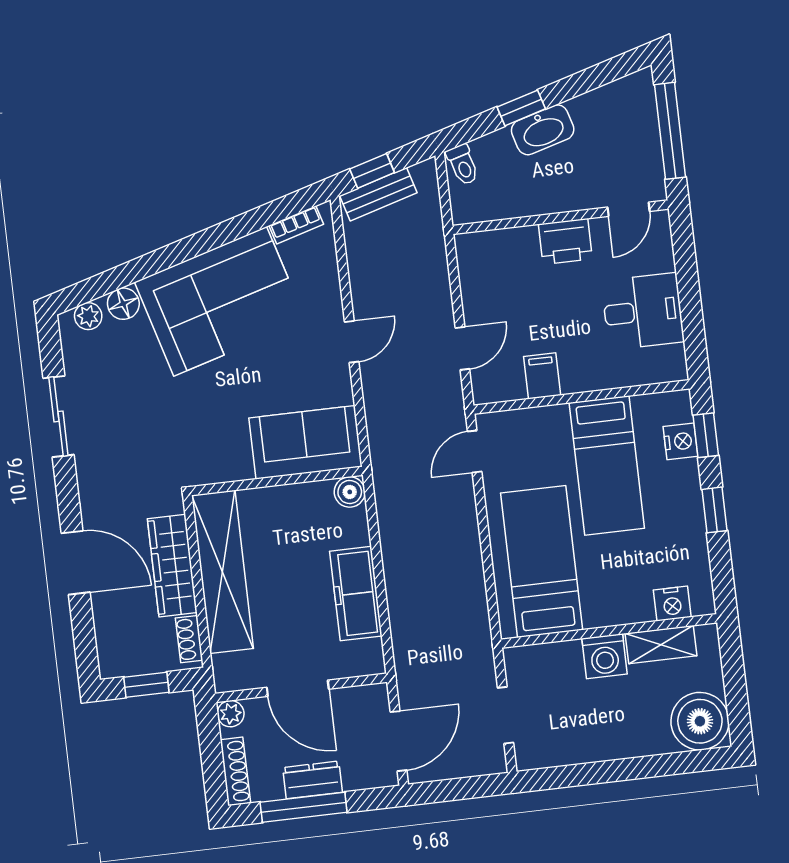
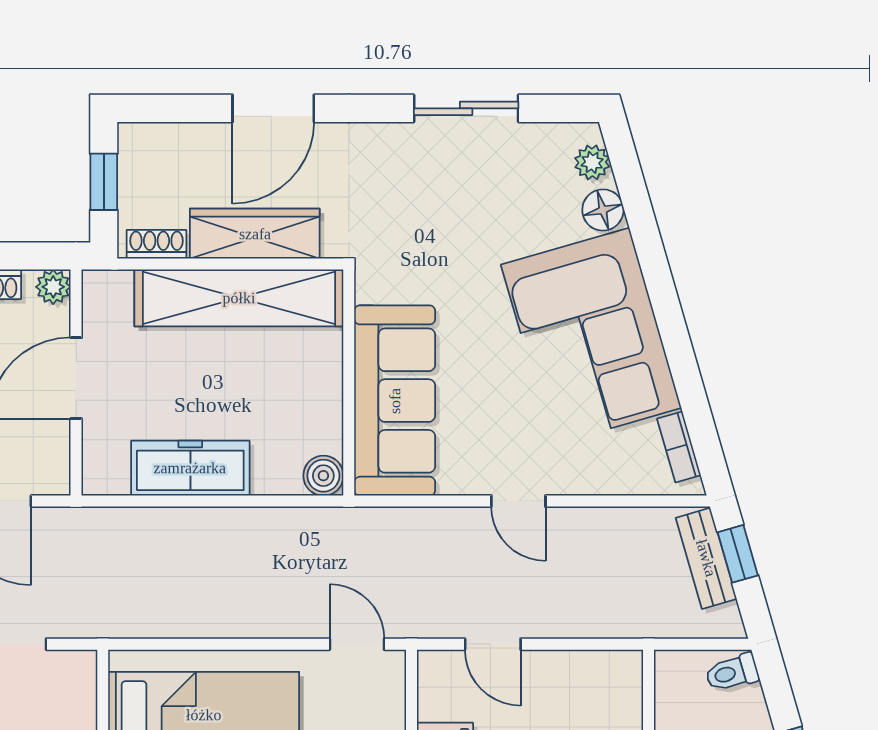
sofa: (306, 442) -> (395, 401), width x1.36

